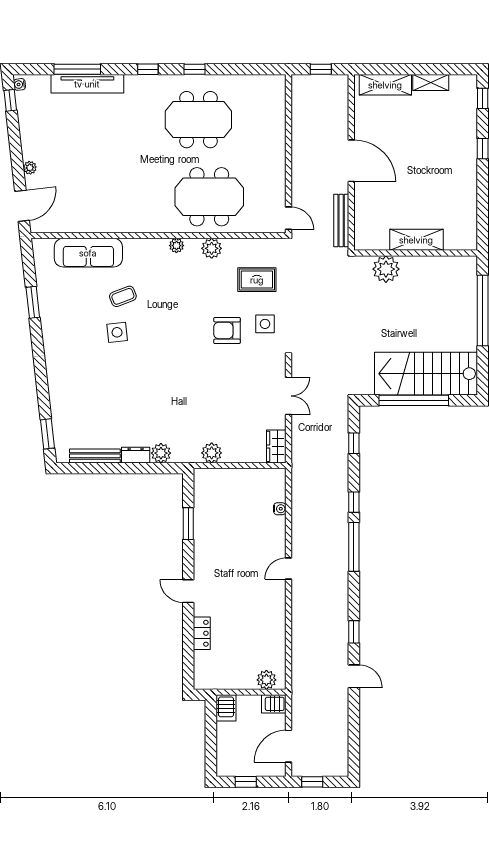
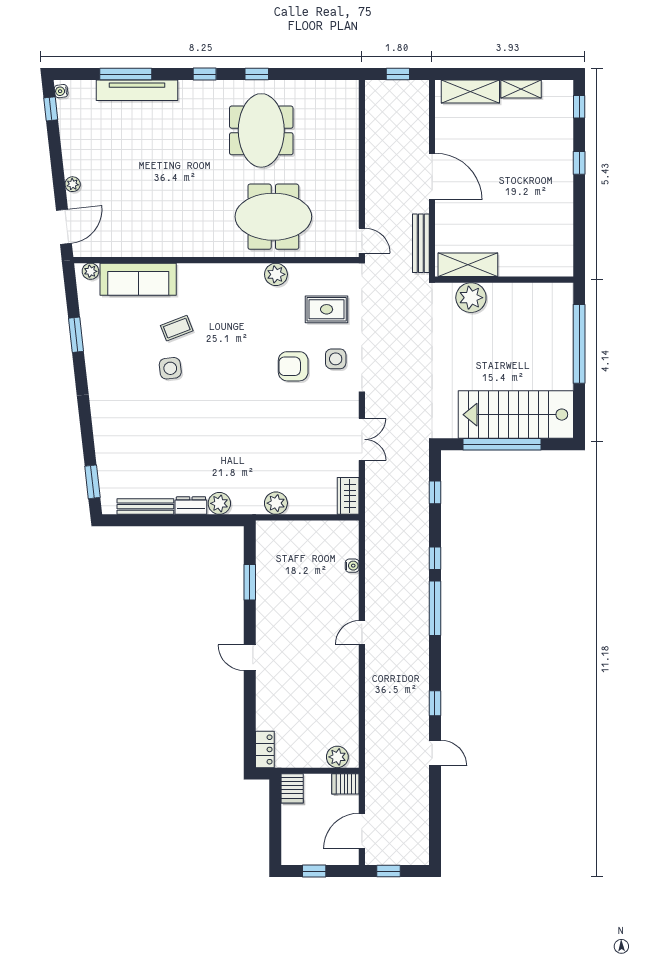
meeting table: (198, 120) -> (261, 130), turned 90
shelving: (416, 240) -> (468, 265), moved
plant: (176, 246) -> (90, 271), moved
locker: (202, 633) -> (265, 749), moved

